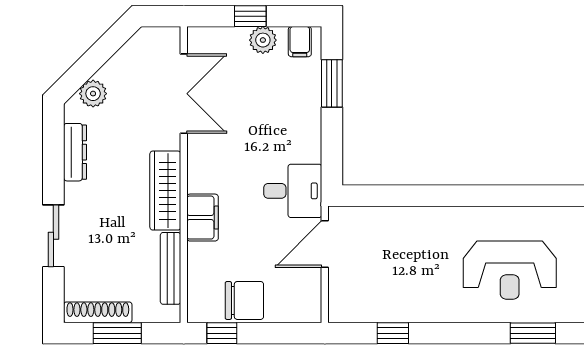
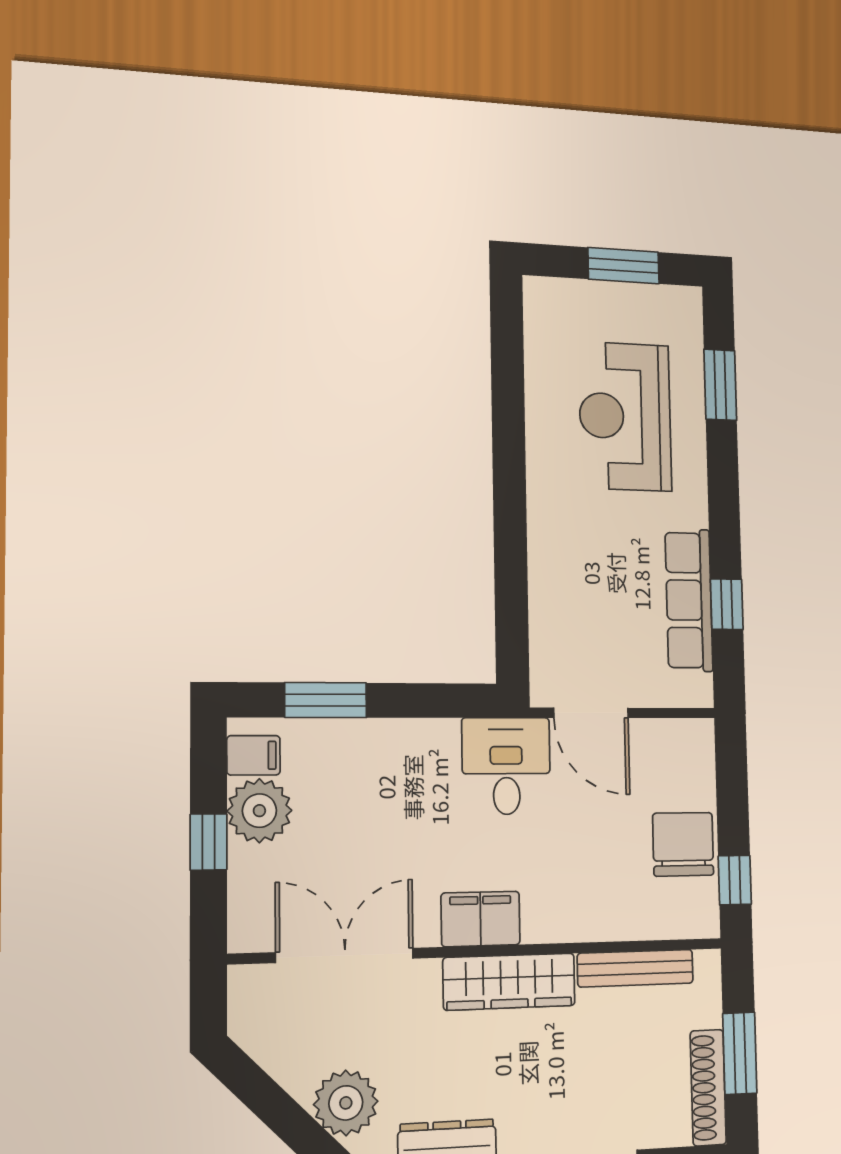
plant: (263, 40) -> (259, 811), width x1.36, depth x1.36
plant: (93, 94) -> (346, 1103), width x1.36, depth x1.36
filing cabinet: (203, 218) -> (481, 919), moved
reception desk: (510, 270) -> (625, 416), turned 180
row of seats: (395, 308) -> (689, 600), added

